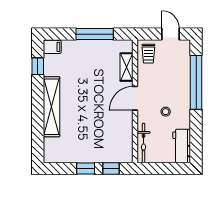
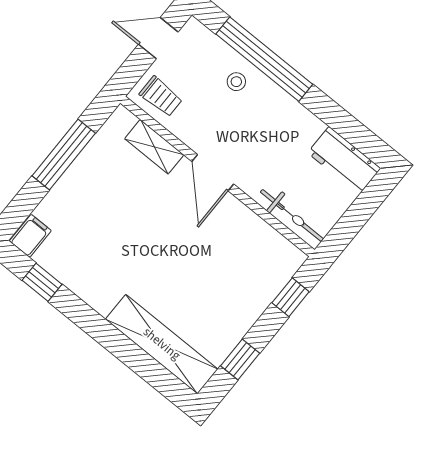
shelving: (51, 107) -> (162, 344), moved
stool: (166, 112) -> (236, 82), moved
window: (86, 169) -> (240, 359), moved

